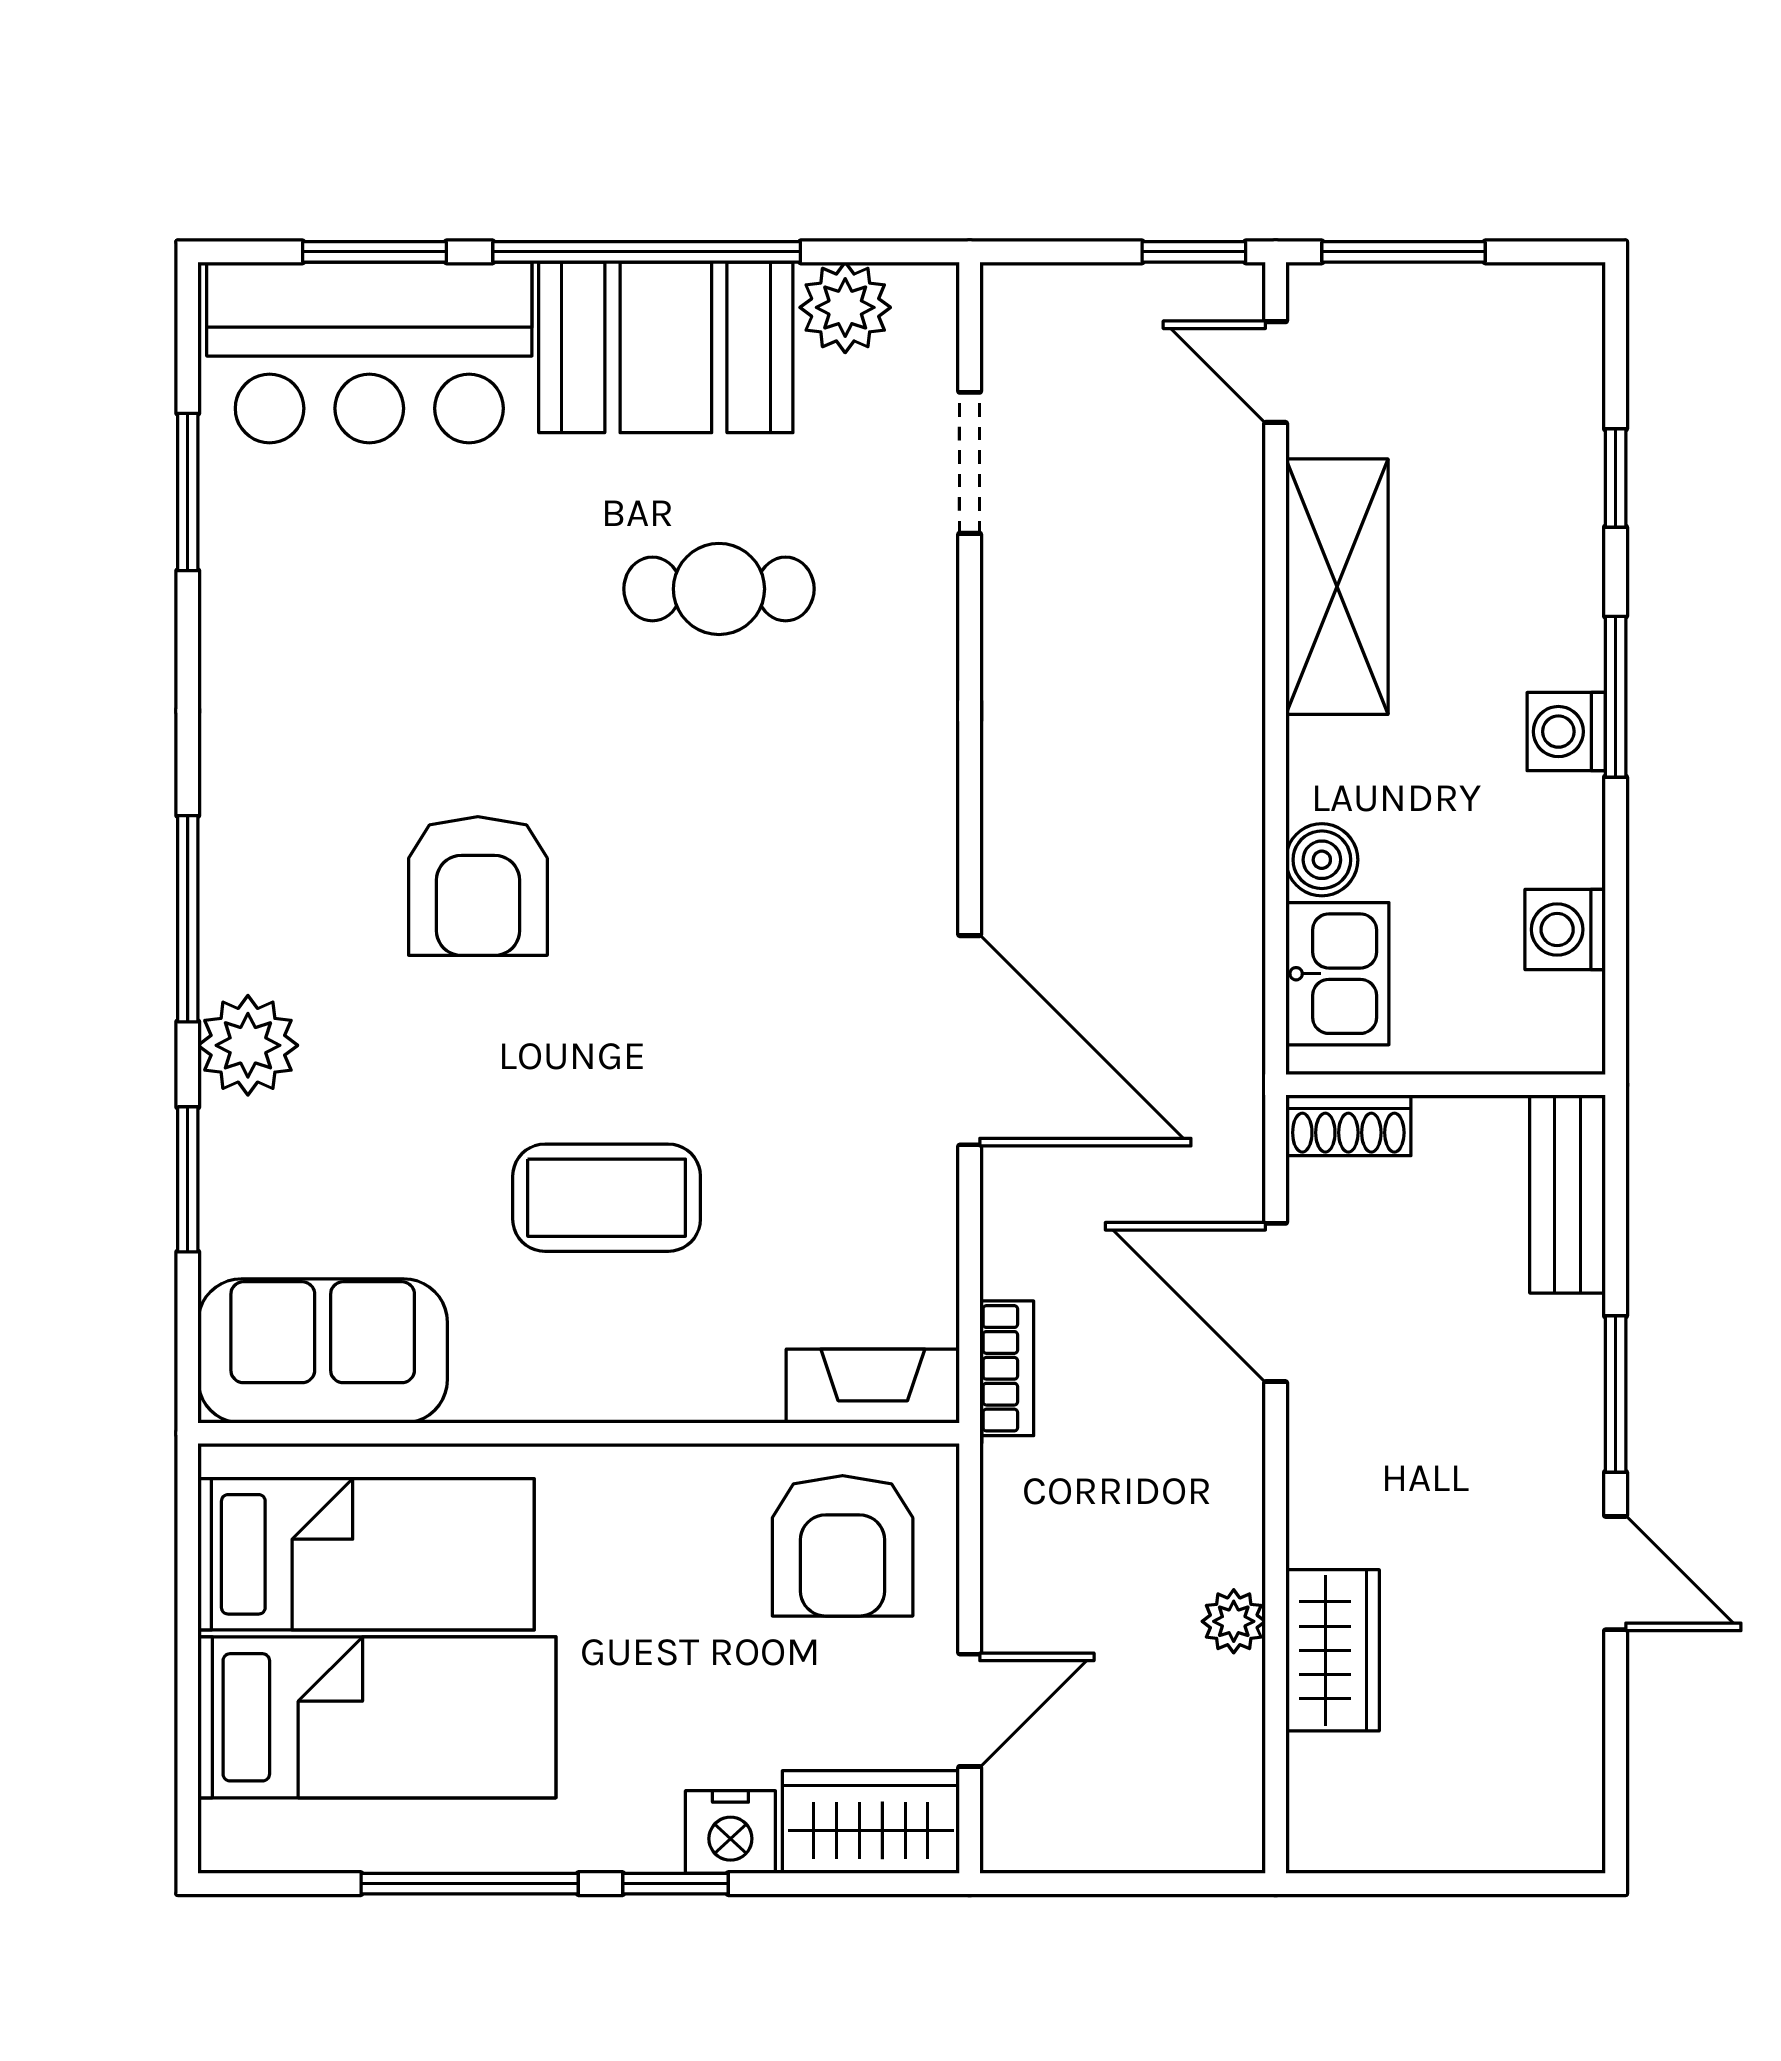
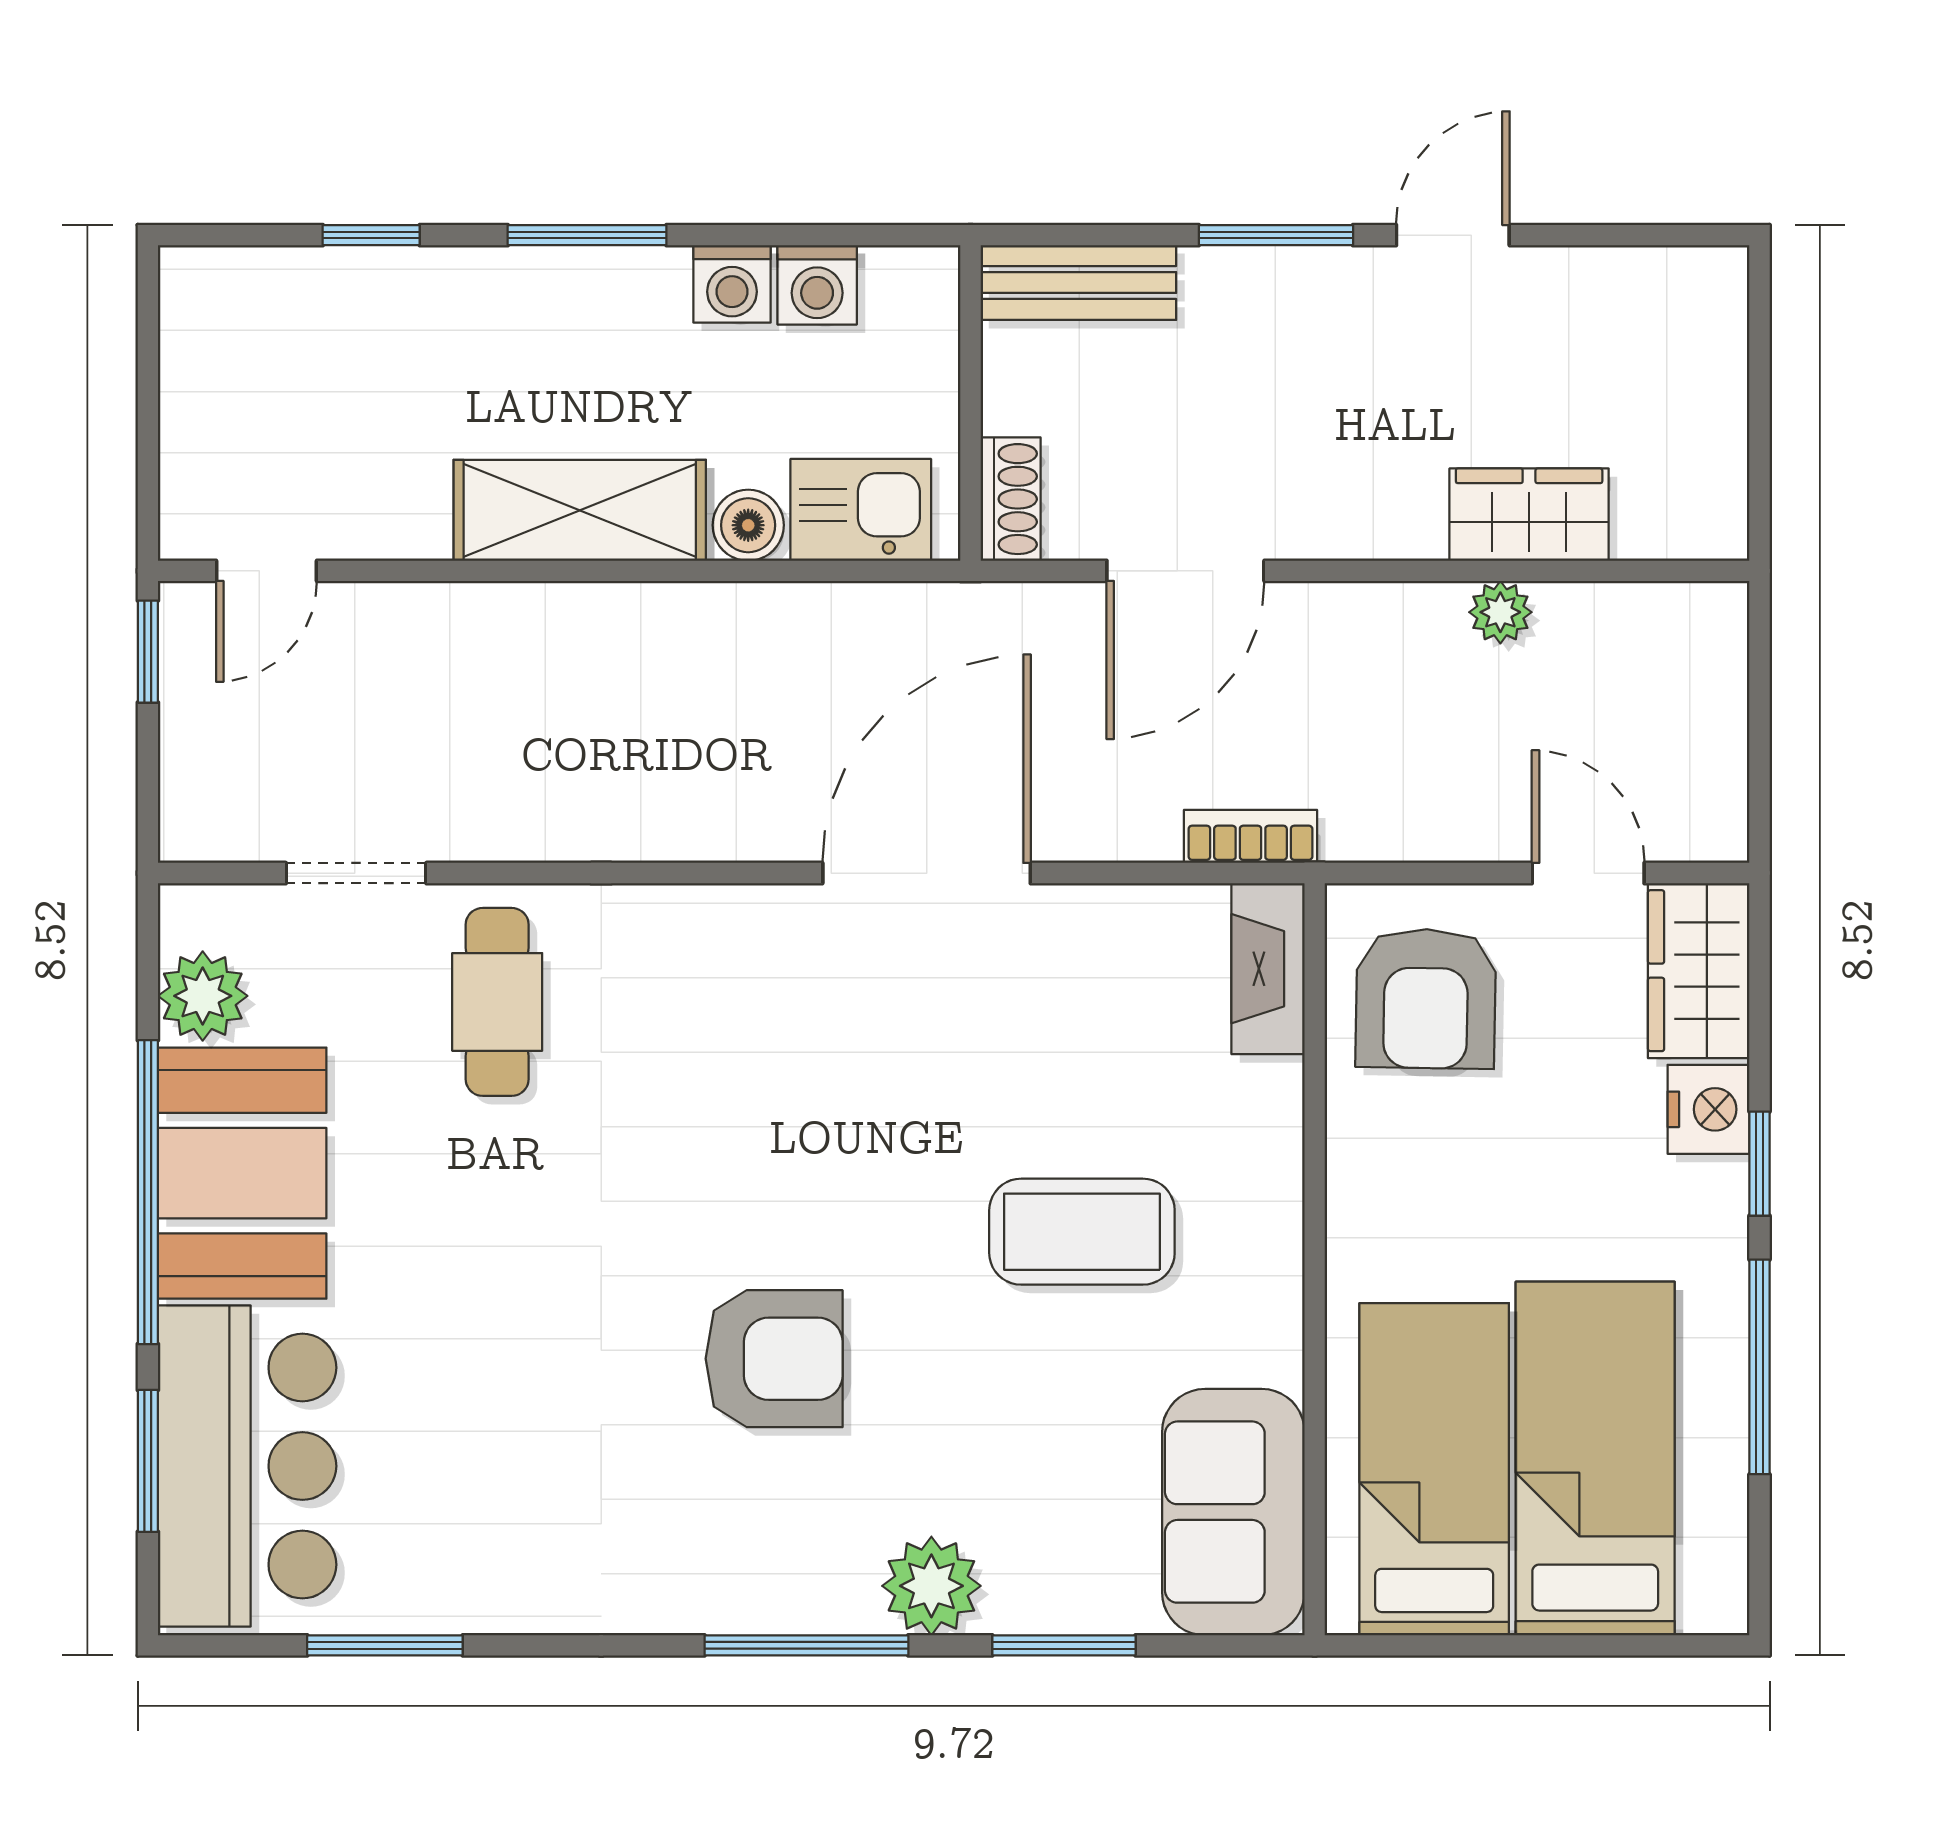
window: (1404, 252) -> (148, 445), removed
shelving: (1337, 587) -> (580, 510), moved
cafe table: (719, 589) -> (497, 1002), moved
washing machine: (1566, 732) -> (732, 284), moved
coffee table: (607, 1198) -> (1082, 1232), turned 90
armchair: (843, 1546) -> (1426, 999), turned 91

